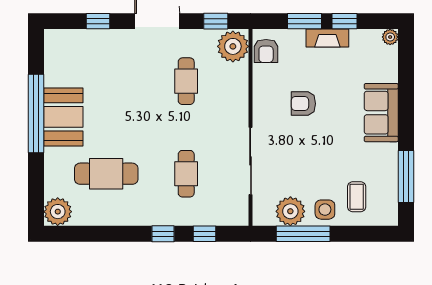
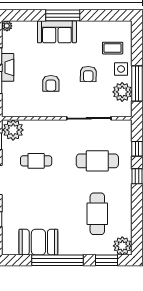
armchair: (266, 51) -> (88, 74), moved, turned 91
booth: (63, 117) -> (38, 242), moved
cafe table: (186, 174) -> (97, 161), width x1.37, depth x1.35
window: (406, 177) -> (63, 15), moved
window: (36, 188) -> (107, 260), added

